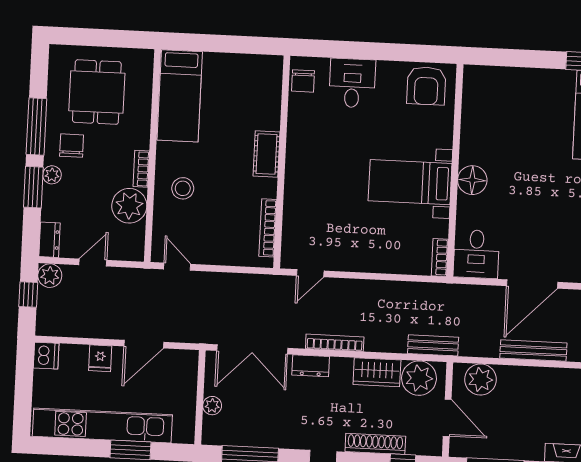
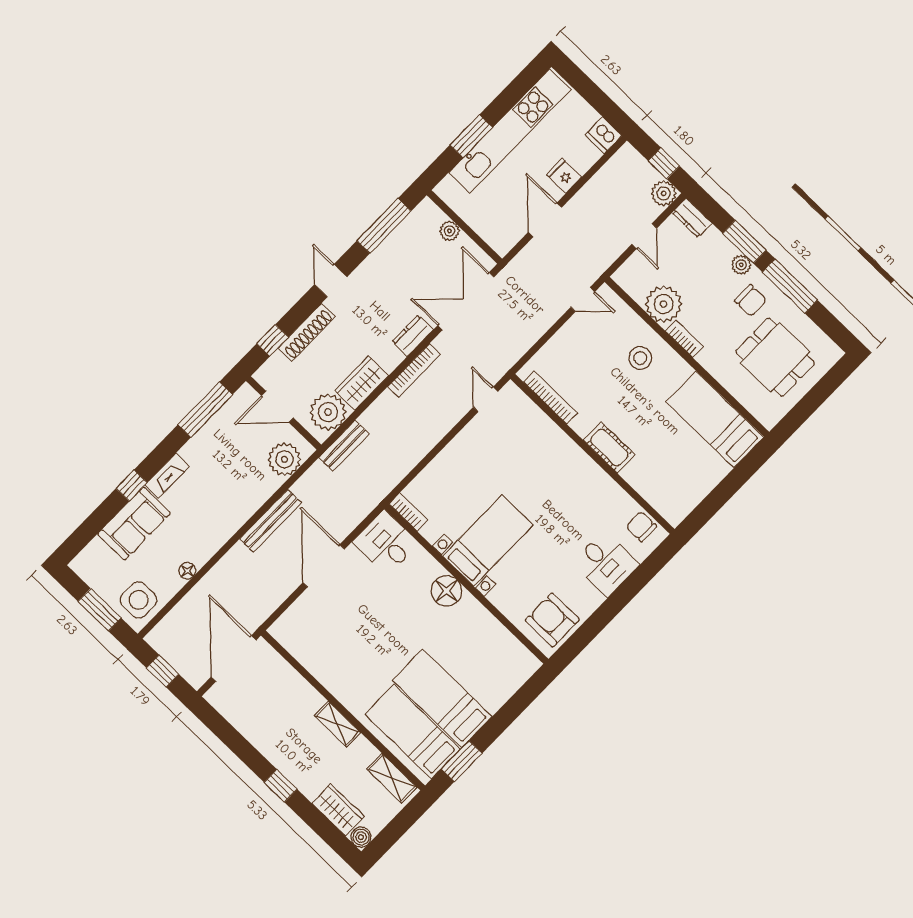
bed: (552, 115) -> (442, 698), added

